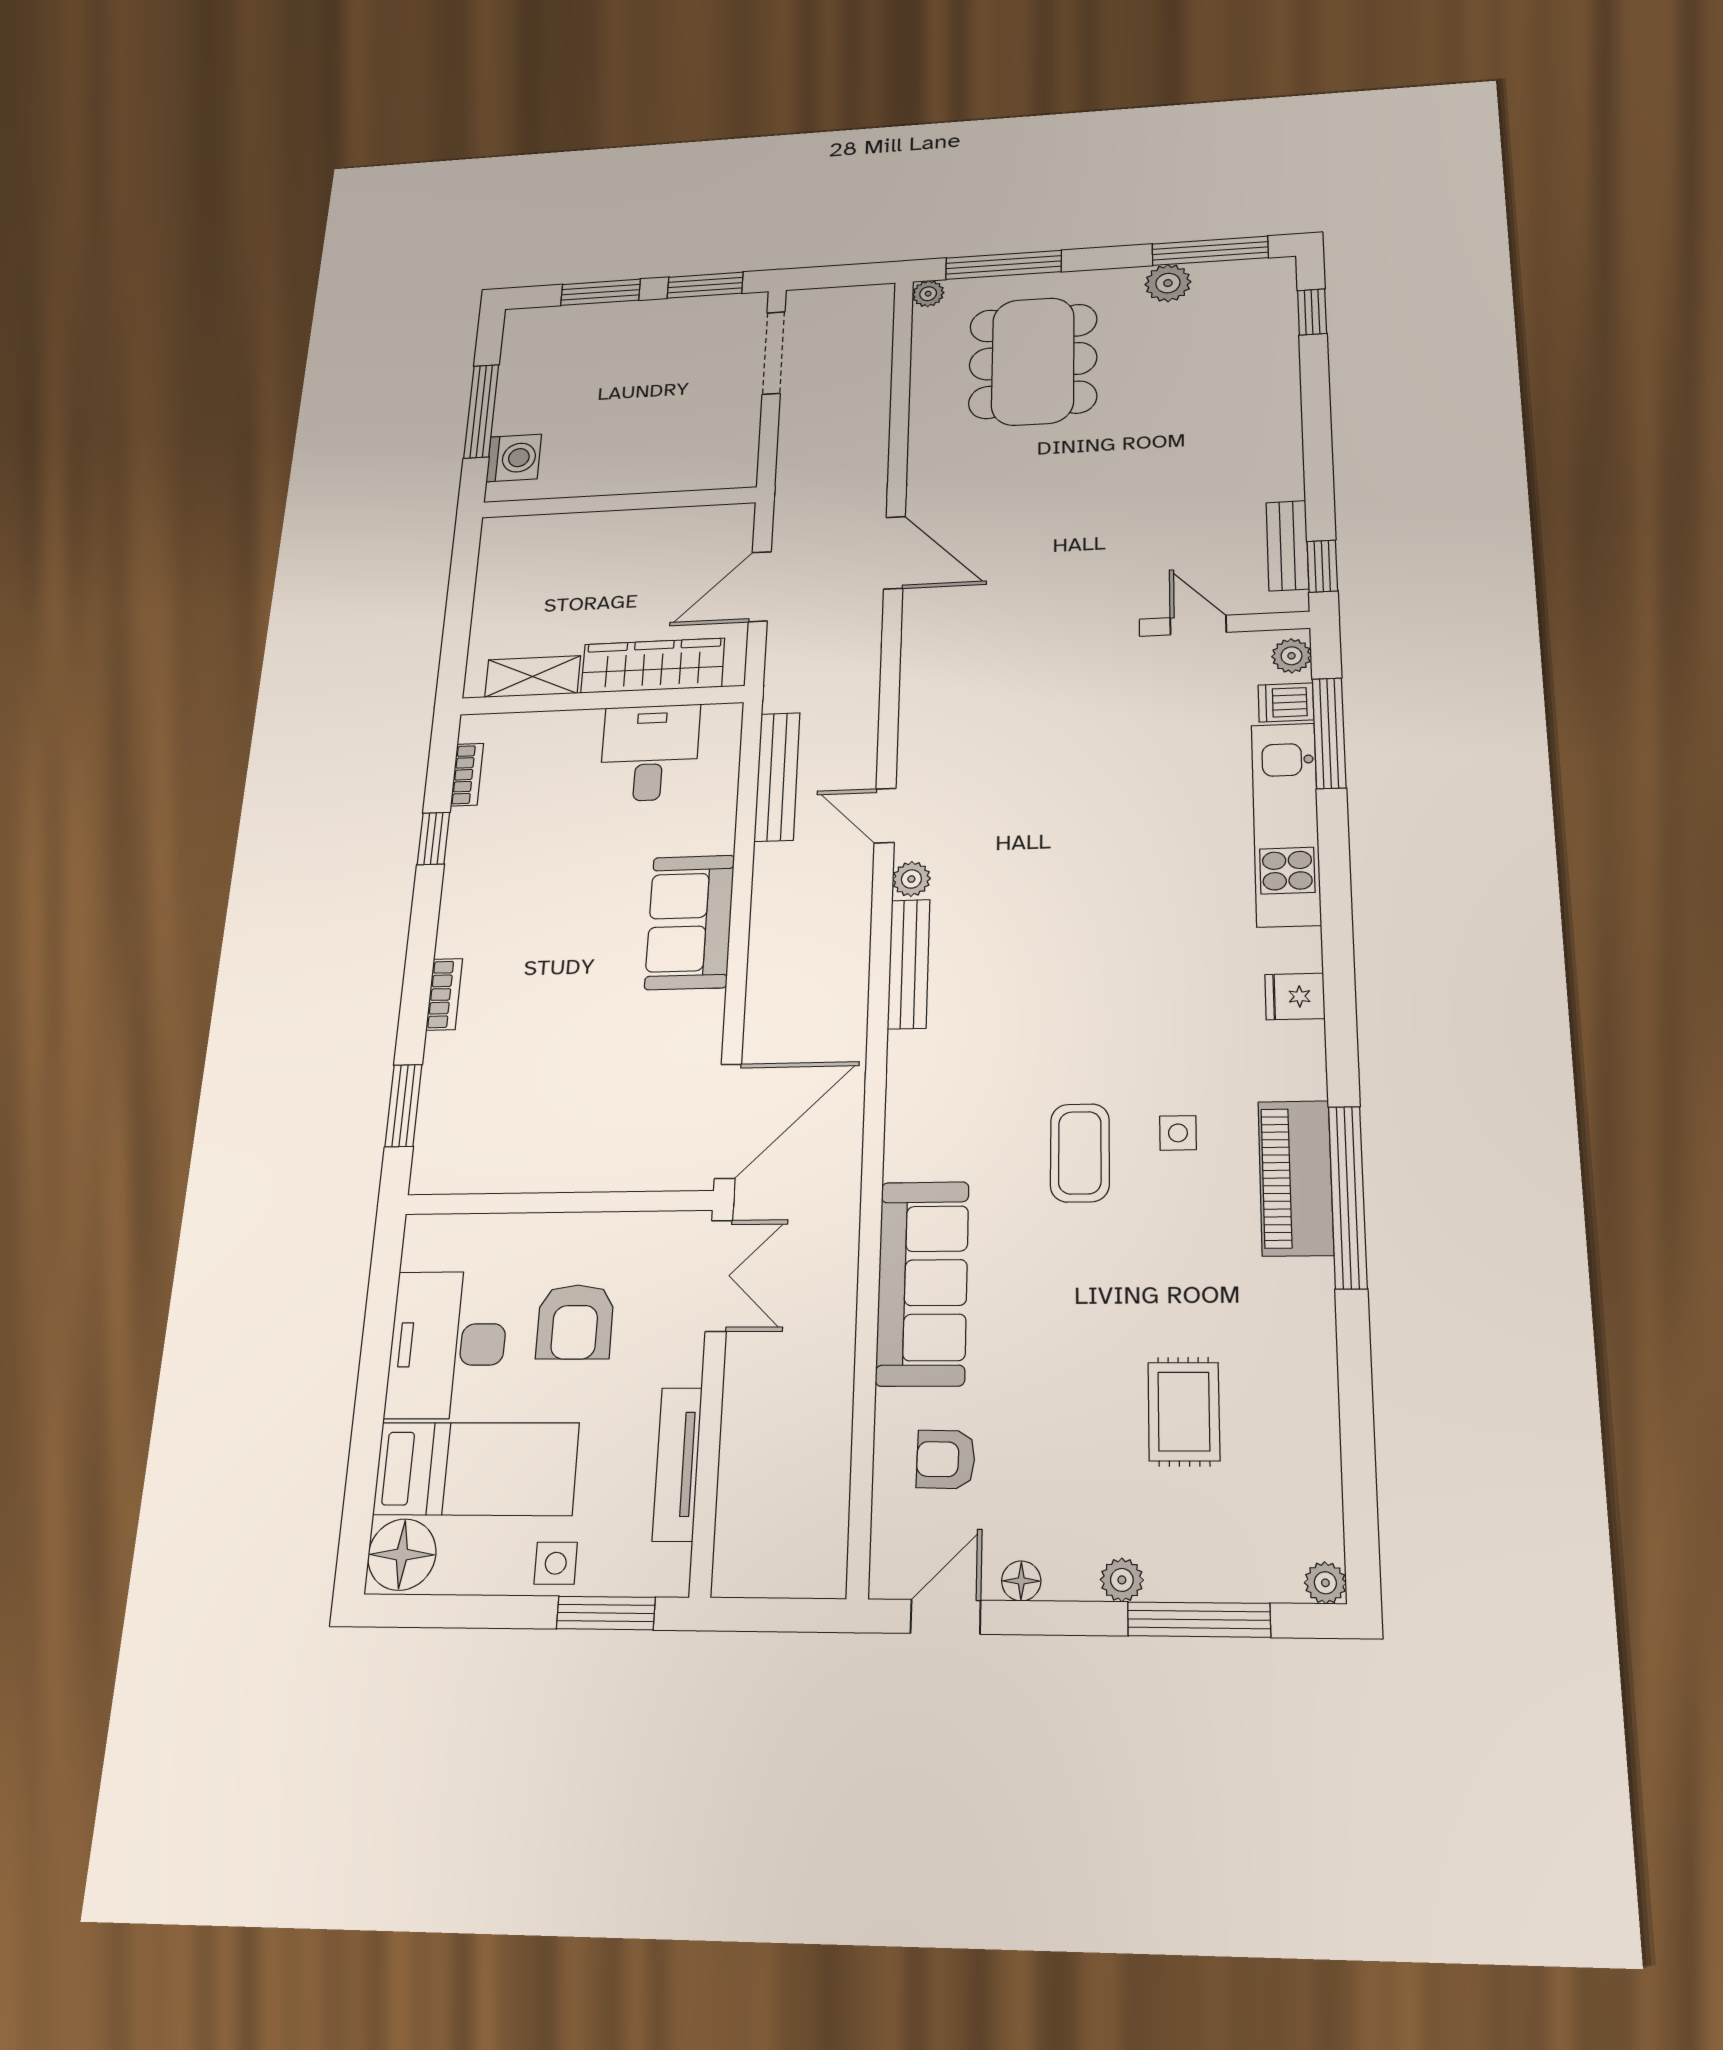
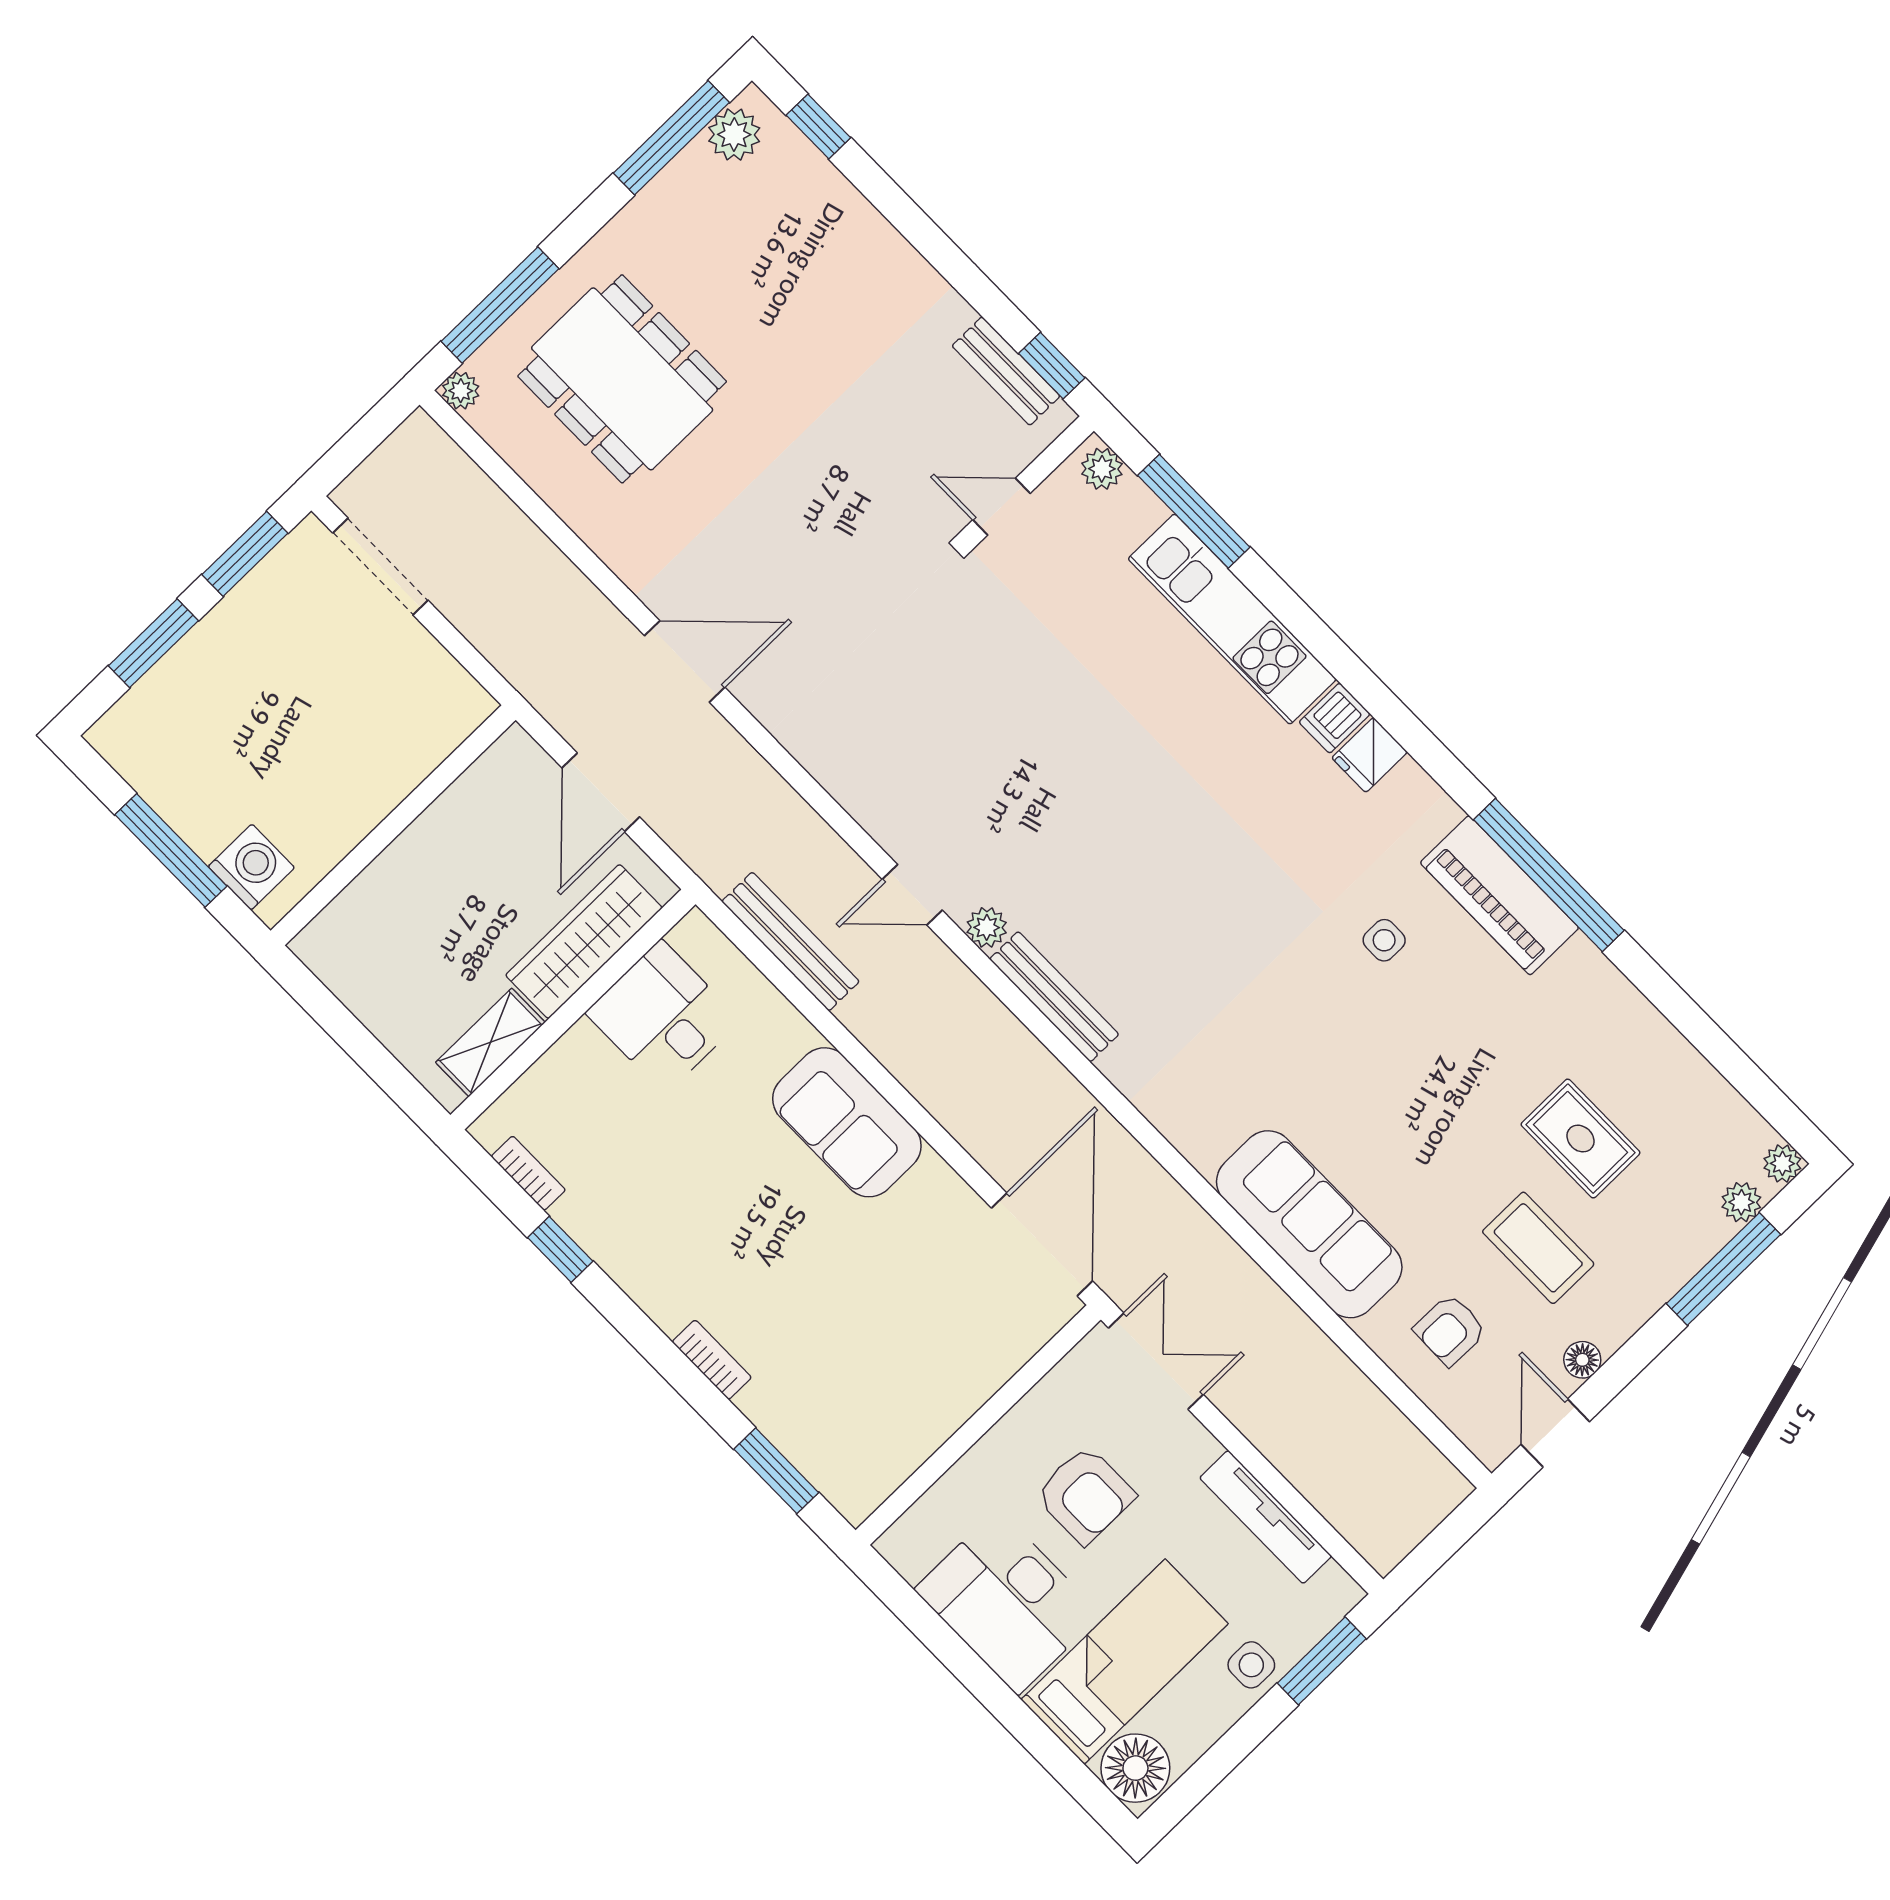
plant: (1168, 283) -> (734, 135), moved
dishwasher: (1286, 702) -> (1335, 718), moved
coffee table: (1080, 1153) -> (1538, 1248), moved
plant: (1122, 1580) -> (1741, 1202), moved

